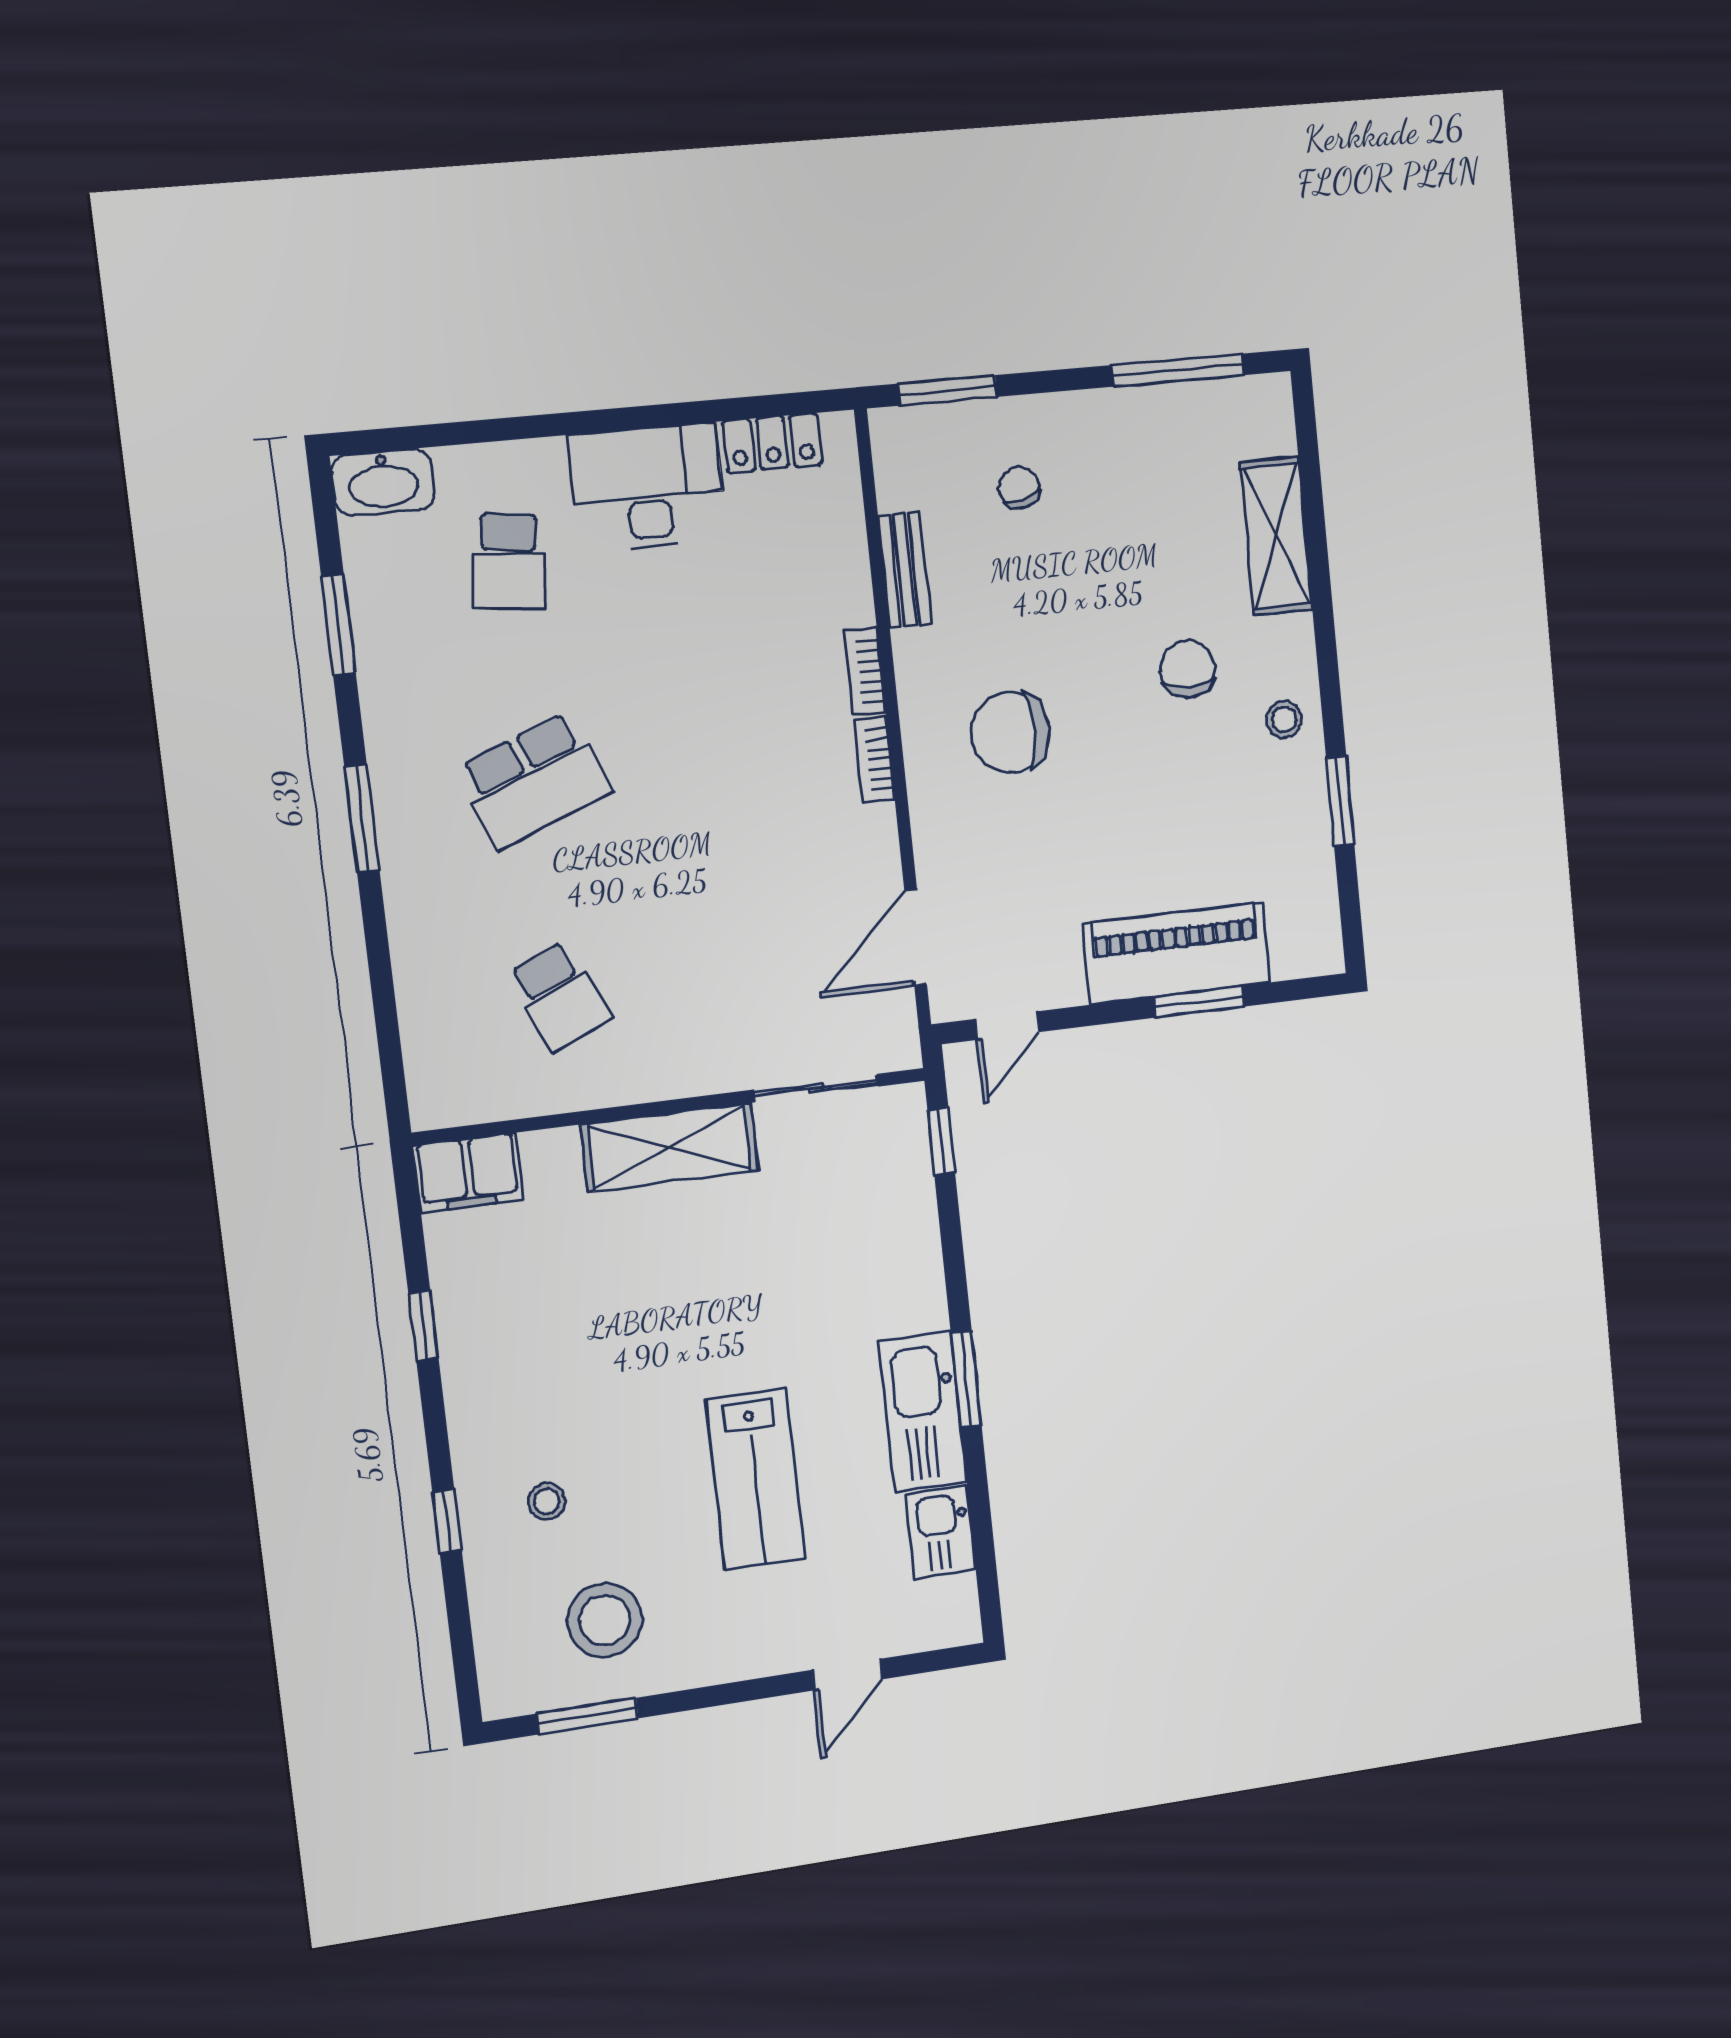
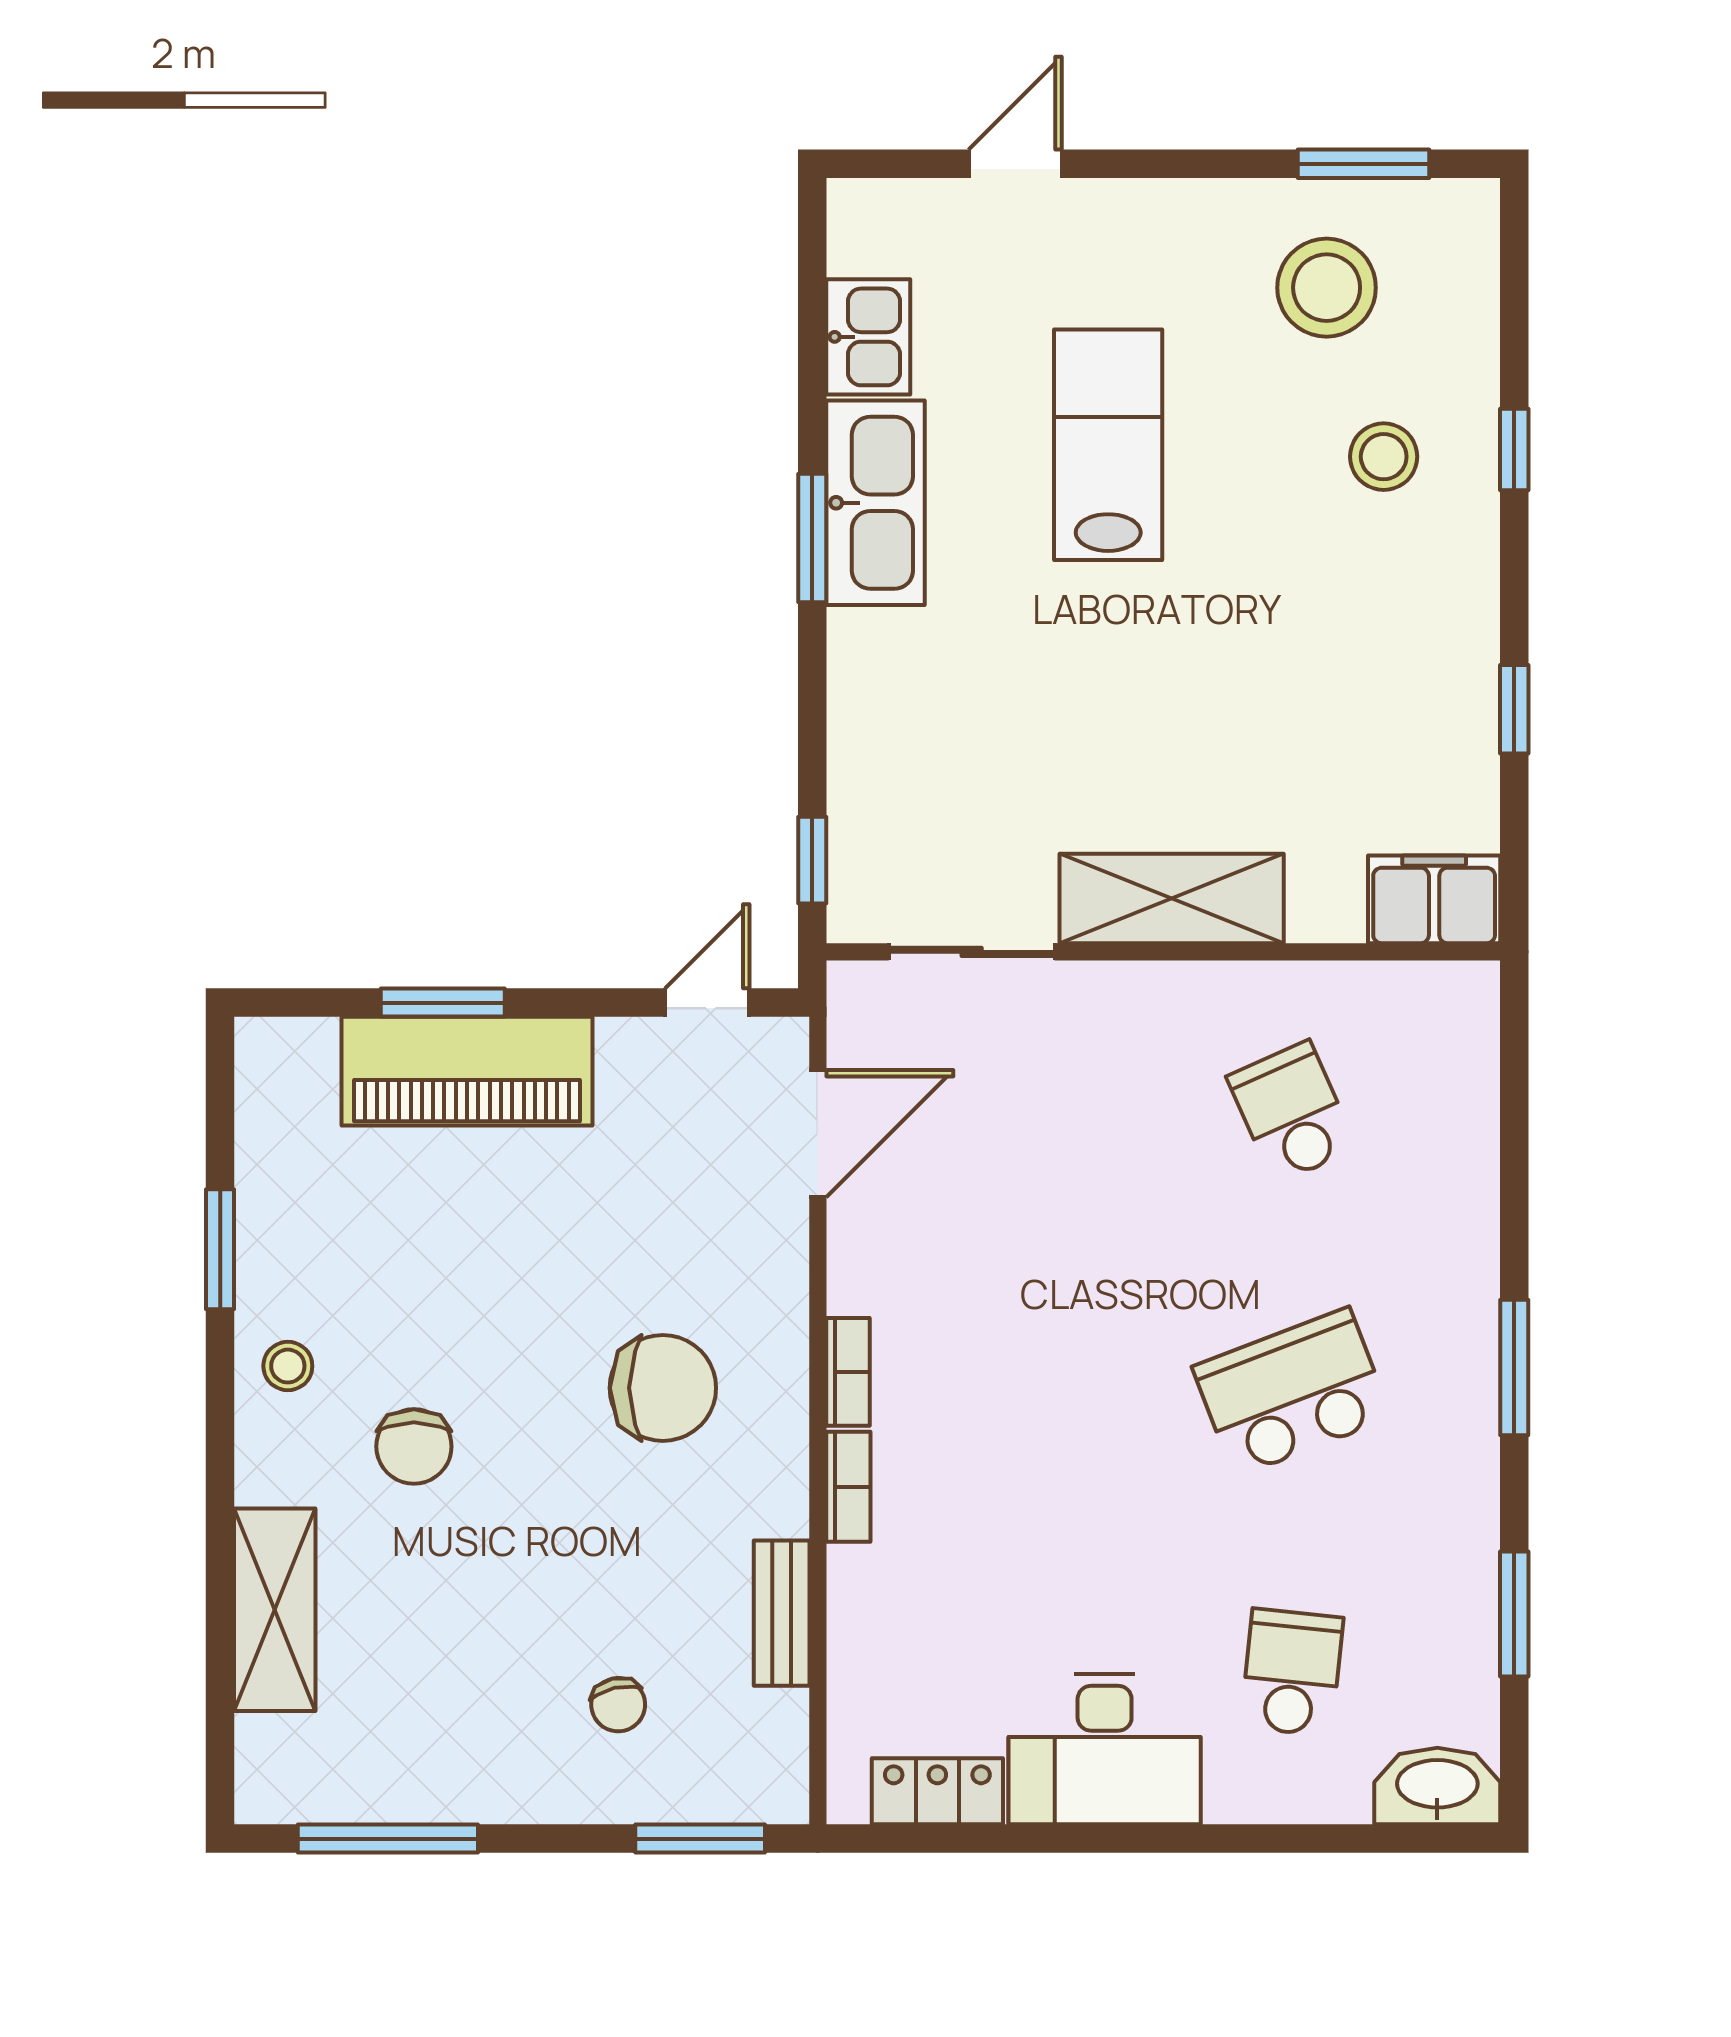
stool: (547, 1501) -> (1384, 457), width x1.37, depth x1.37

